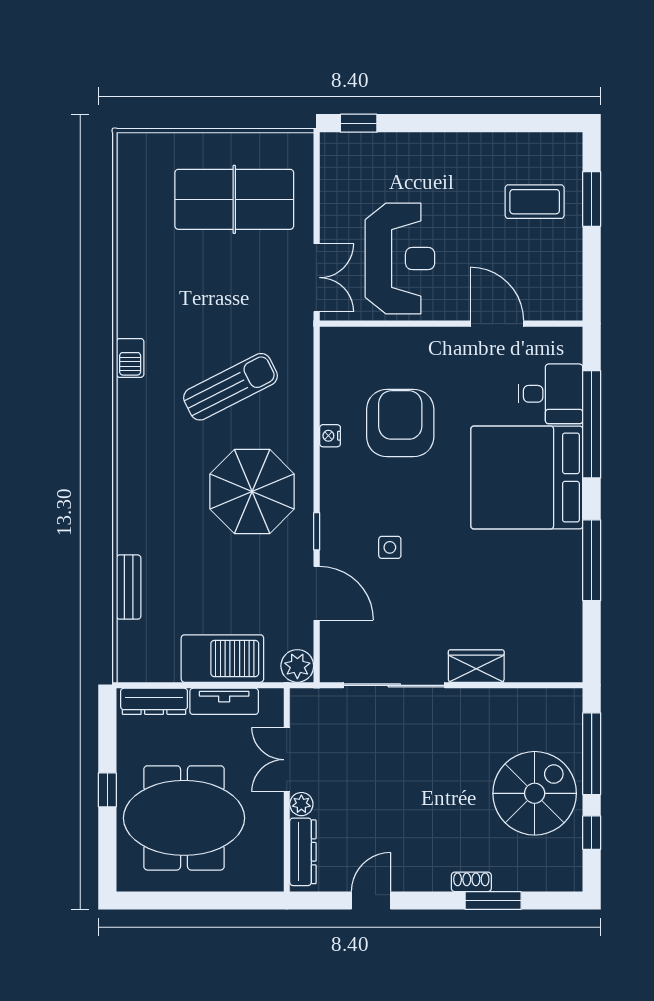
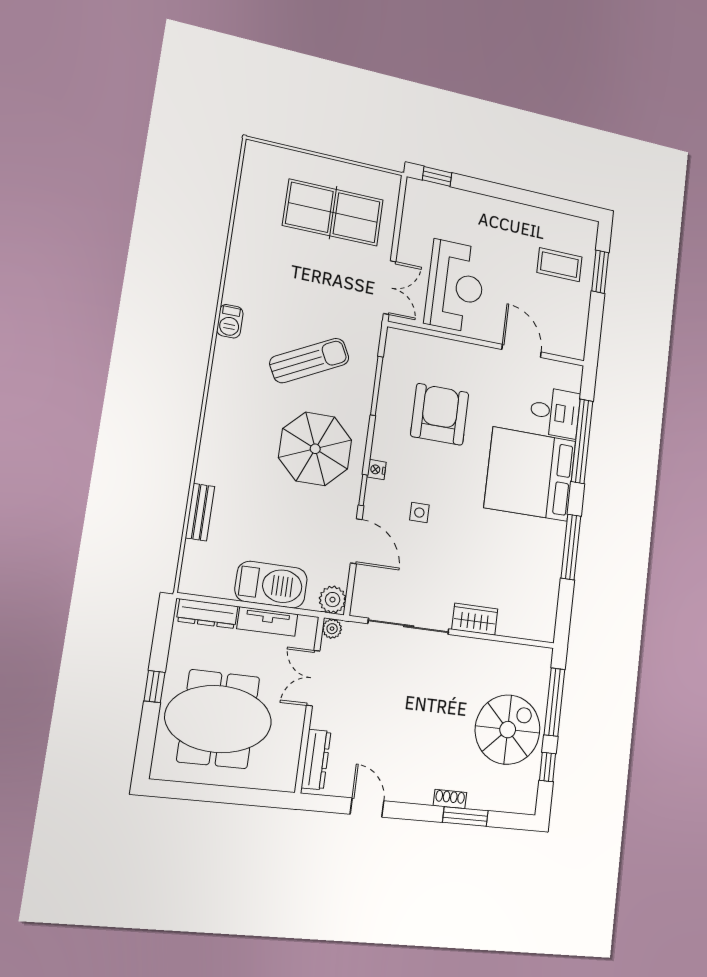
window: (317, 402) -> (377, 386), added
nightstand: (330, 436) -> (377, 470), moved
plant: (301, 804) -> (332, 629), moved
door: (371, 901) -> (367, 807), hinge flipped

